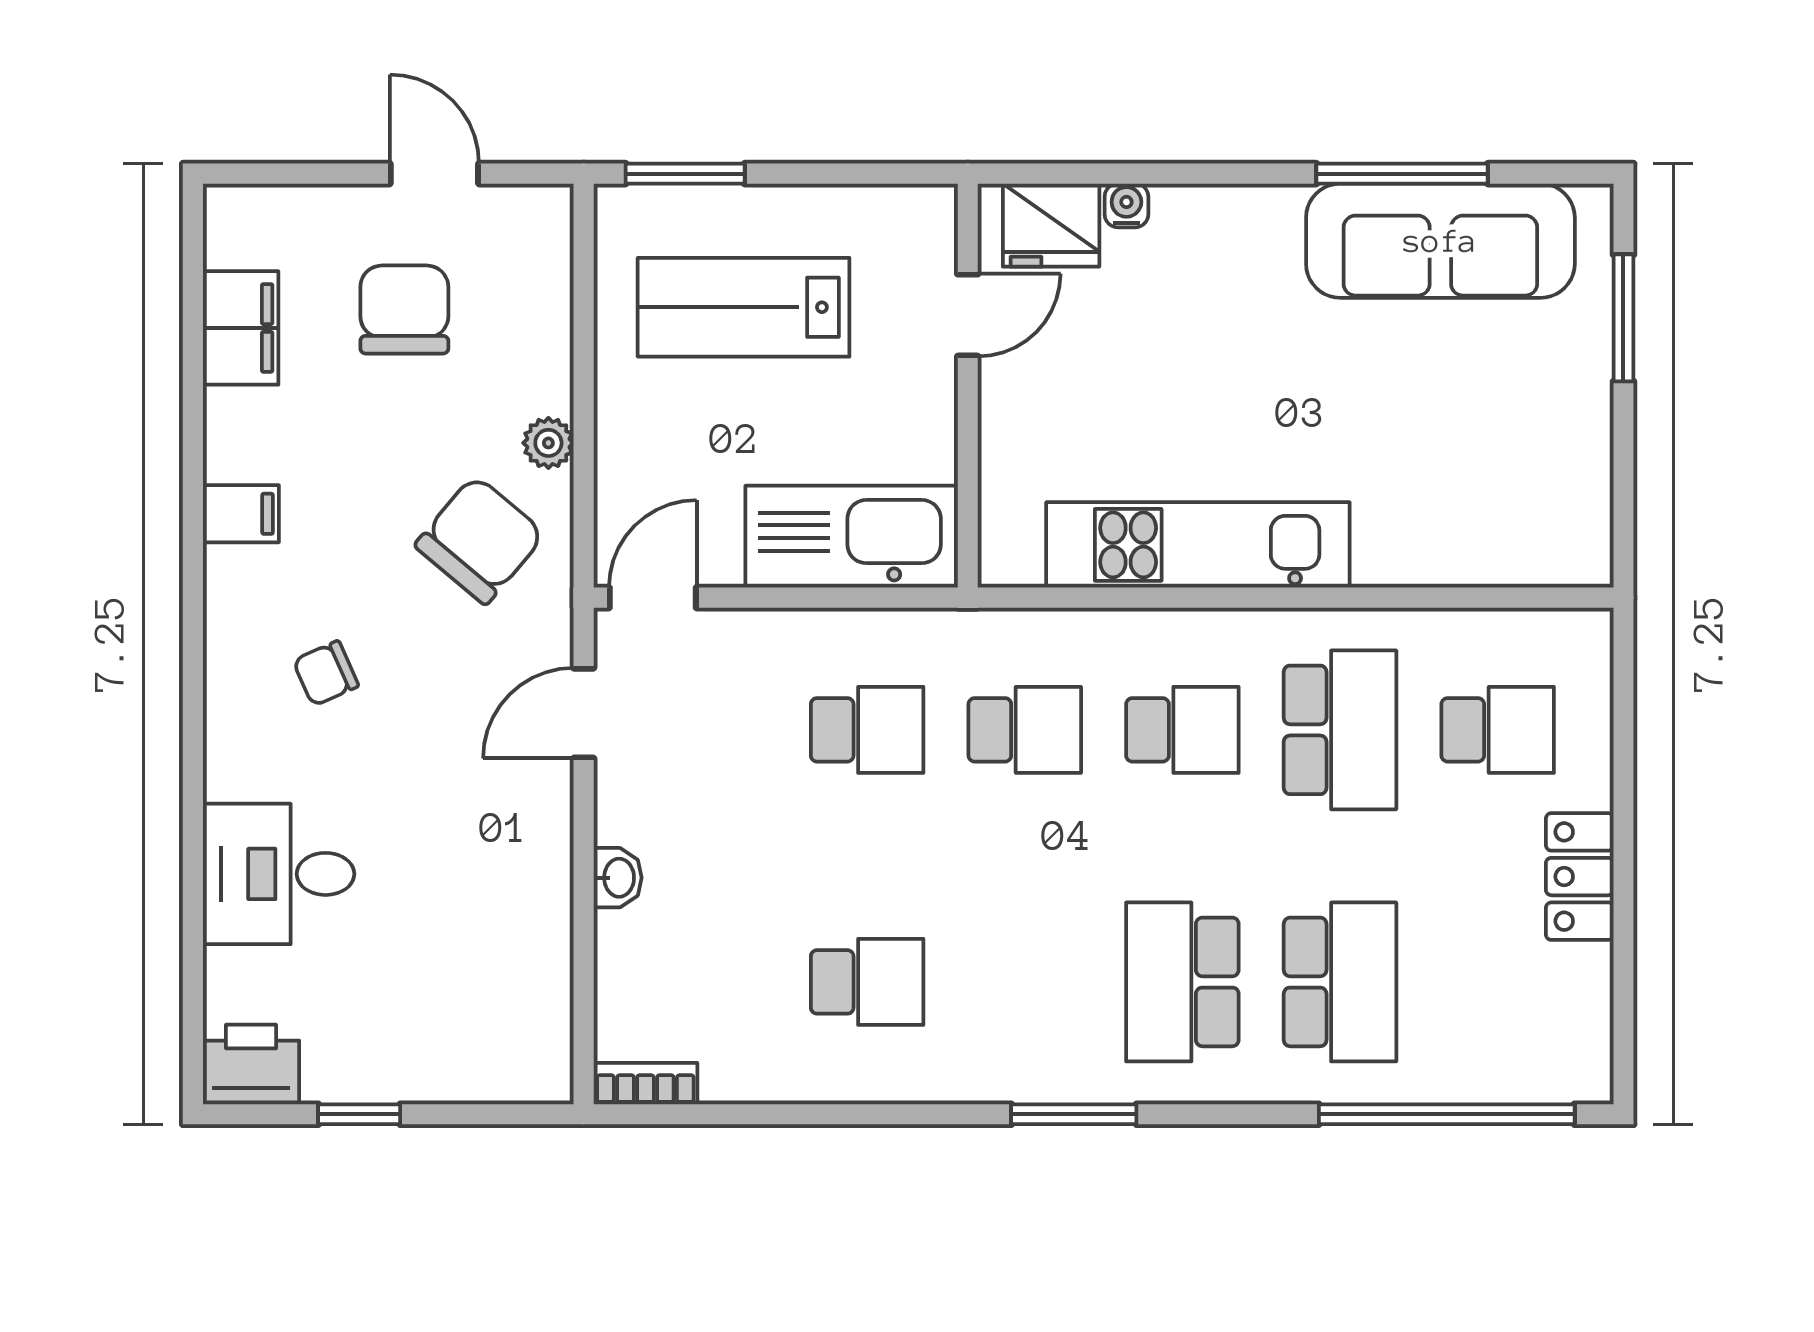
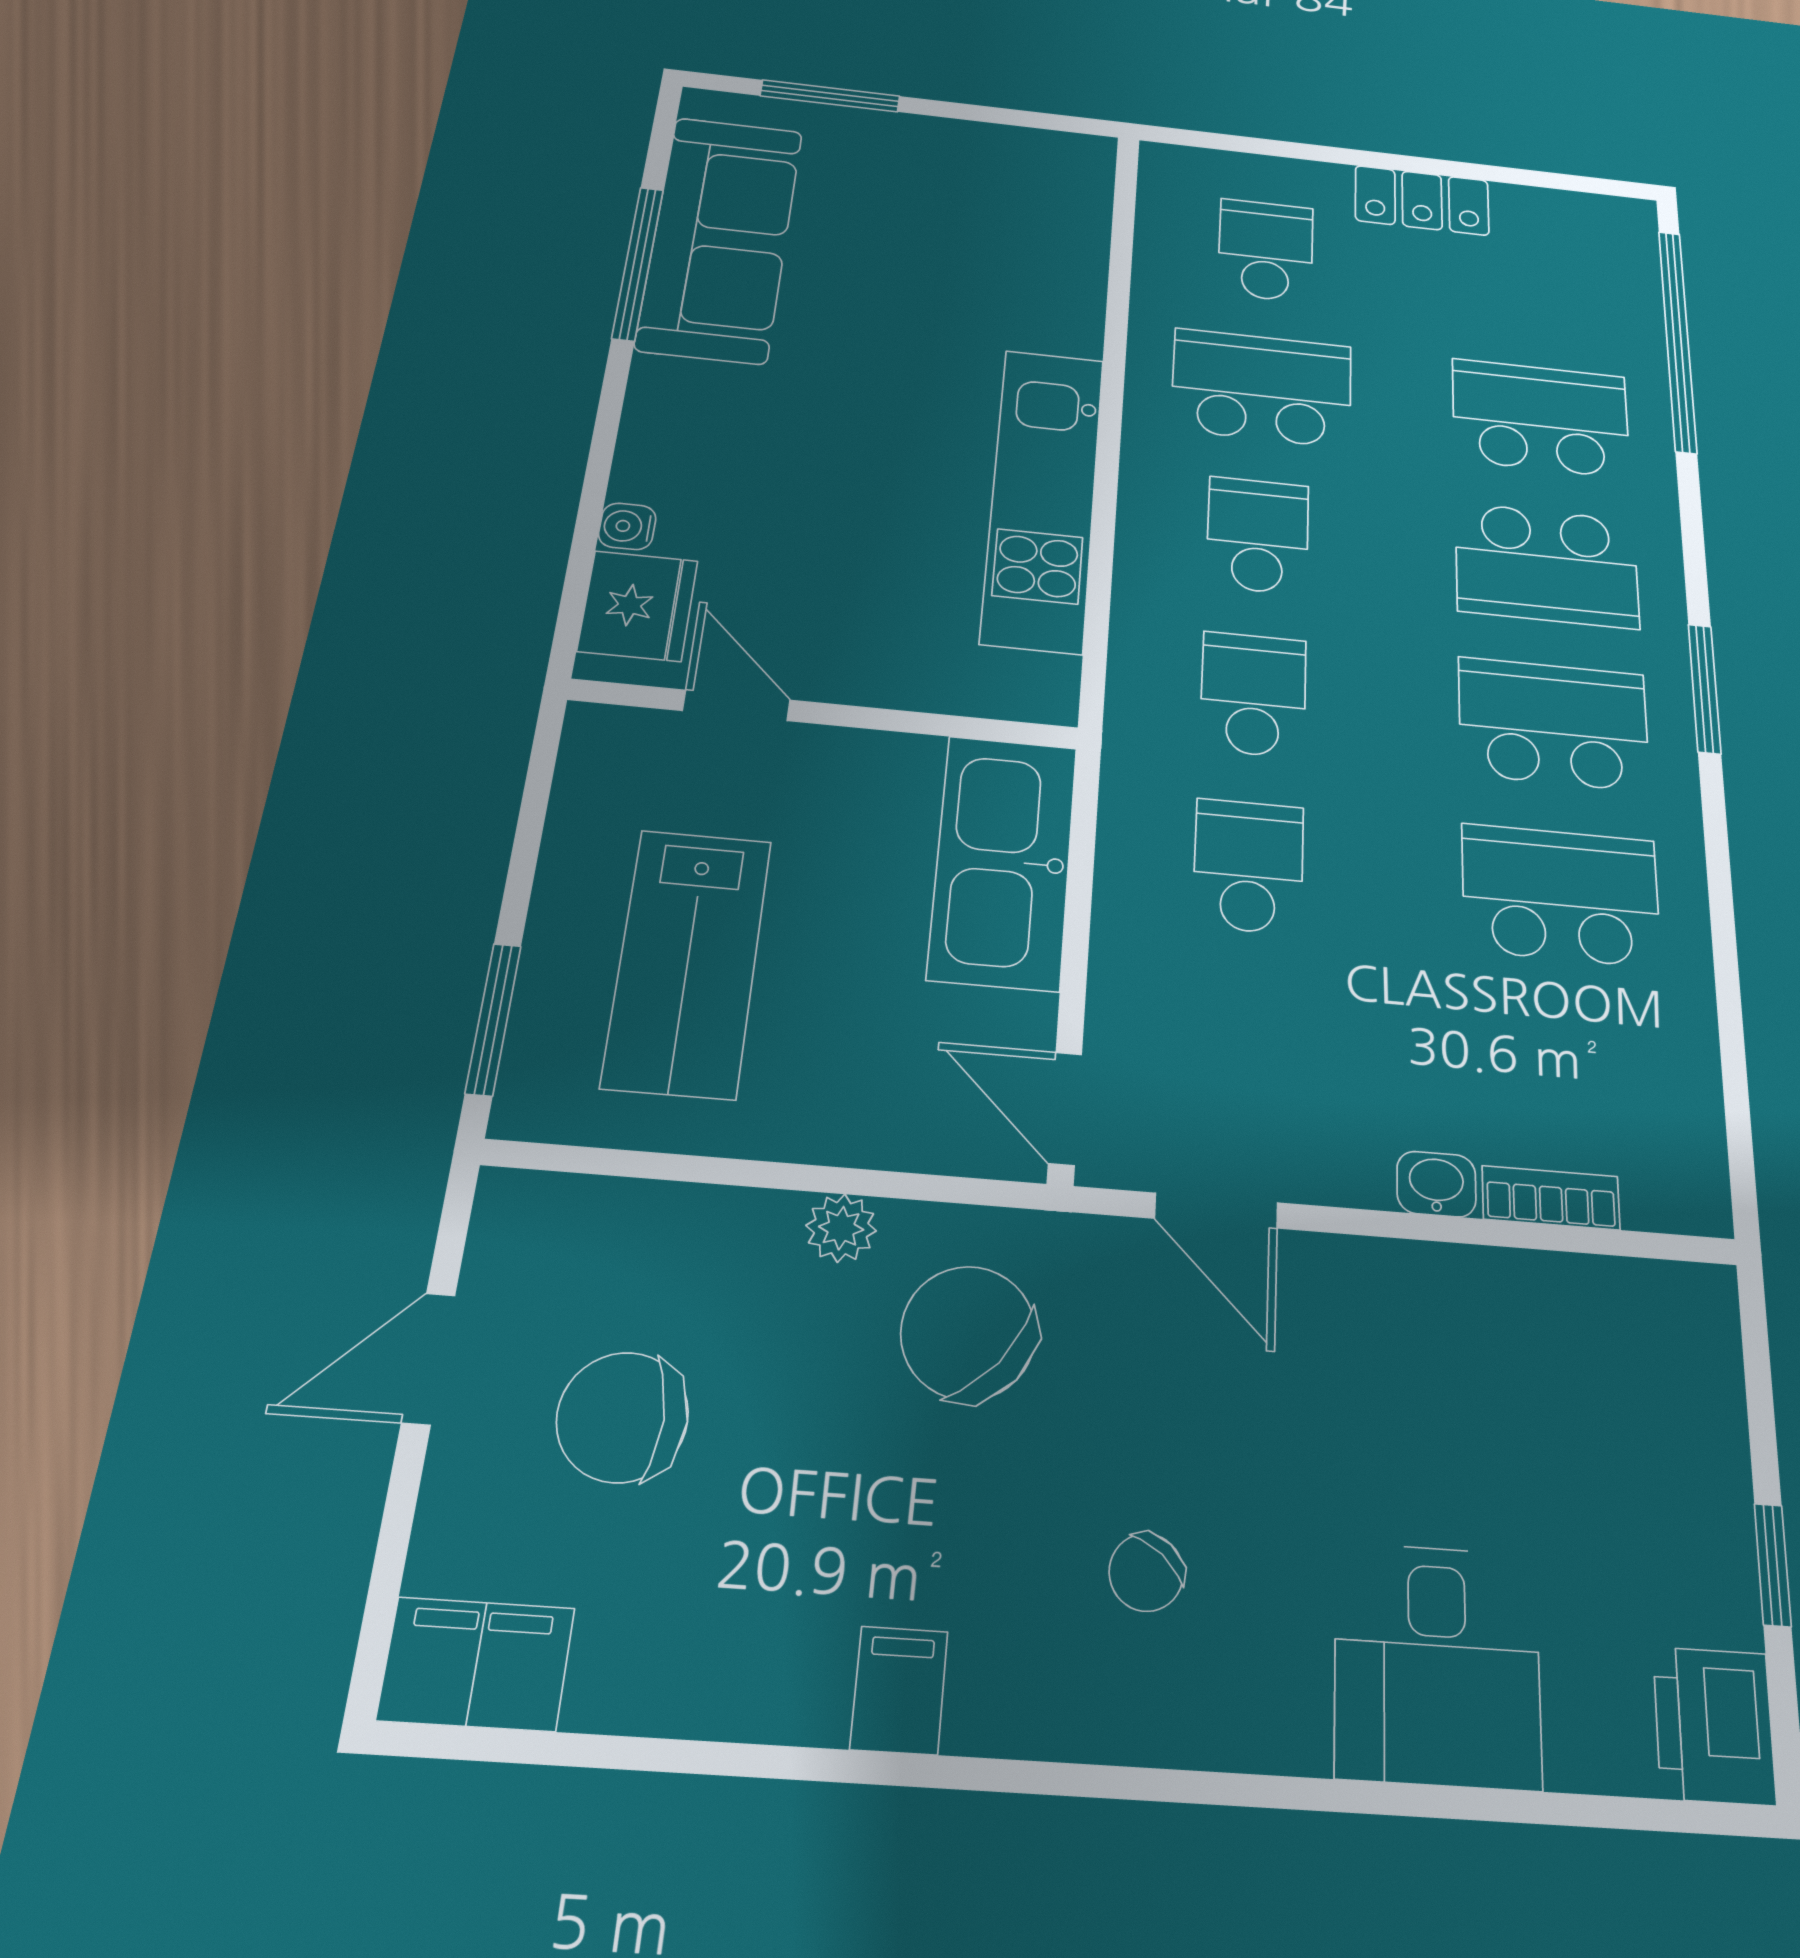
filing cabinet: (241, 328) -> (476, 1664), moved
chair: (326, 673) -> (1146, 1572), turned 64
school desk: (867, 982) -> (1561, 895), width x1.85
school desk: (1025, 982) -> (1553, 724), added
bookcase: (645, 1084) -> (1551, 1198), moved, turned 90

